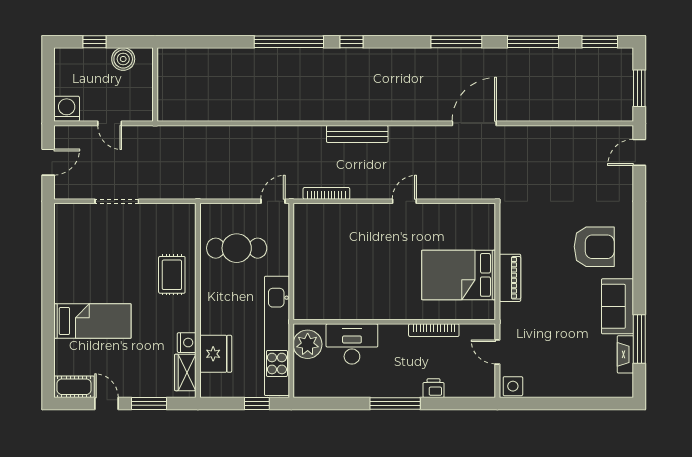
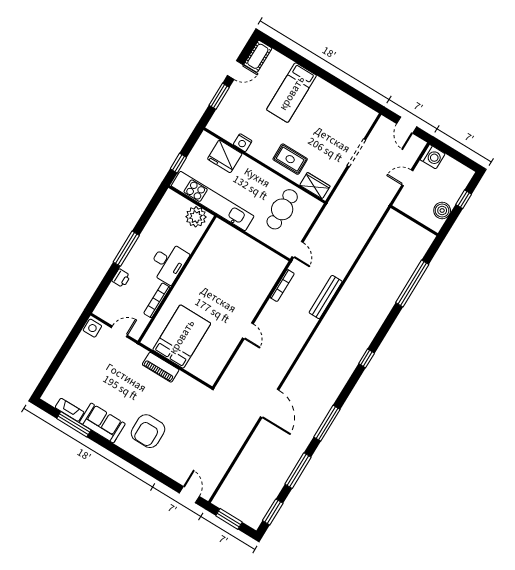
window: (289, 42) -> (412, 284), moved
bench: (357, 134) -> (326, 297), moved
desk: (352, 344) -> (168, 263), moved
wardrobe: (185, 372) -> (315, 186), moved

